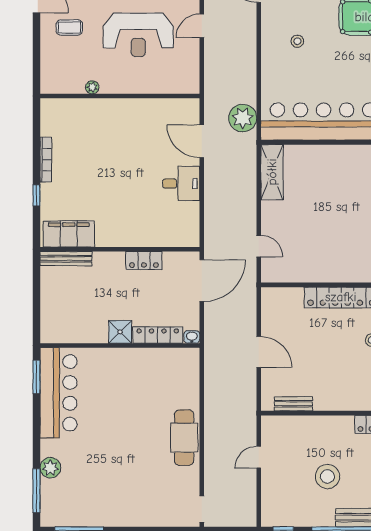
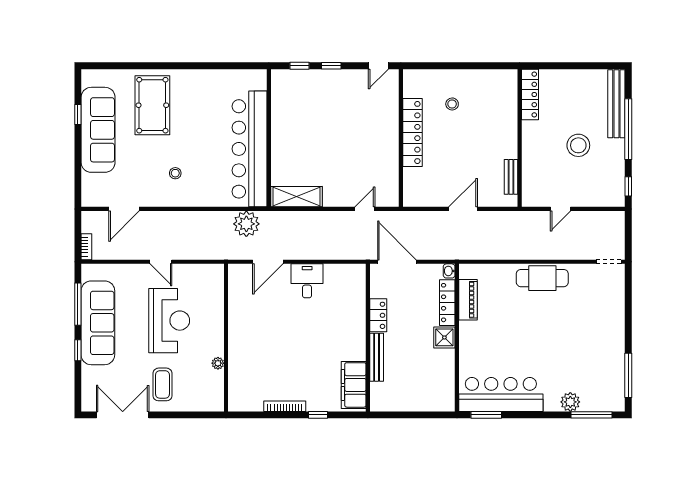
coffee table: (69, 27) -> (162, 384), width x1.36, depth x1.30
bench: (66, 259) -> (377, 357), moved
piano: (161, 357) -> (468, 300), added
door: (259, 457) -> (561, 209), hinge flipped

